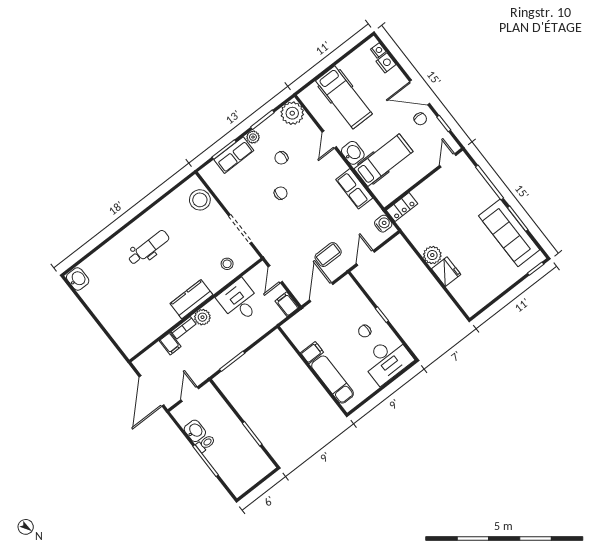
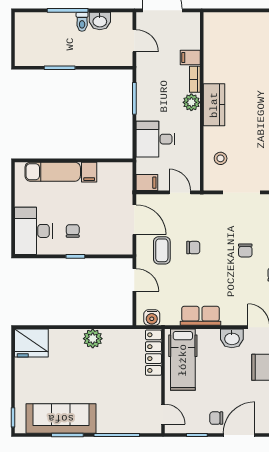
hospital bed: (384, 160) -> (183, 360), moved
locker: (402, 207) -> (153, 353), width x1.53
chair: (308, 233) -> (193, 248), added
fridge: (446, 272) -> (31, 343), moved, width x1.36, depth x1.34
desk: (239, 301) -> (155, 139), moved, turned 180

